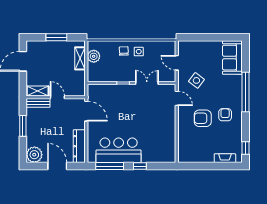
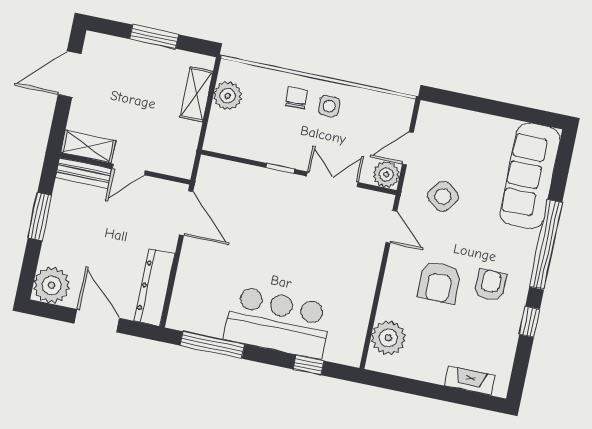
sofa: (232, 58) -> (530, 176), width x1.36
door: (177, 63) -> (408, 148), hinge flipped
plant: (170, 76) -> (386, 174), added
door: (57, 97) -> (129, 169), swing flipped
armchair: (203, 118) -> (439, 282), turned -90
plant: (186, 147) -> (388, 338), added
window: (245, 148) -> (530, 322), moved
bar counter: (119, 150) -> (278, 322), moved
window: (140, 166) -> (308, 365), moved

